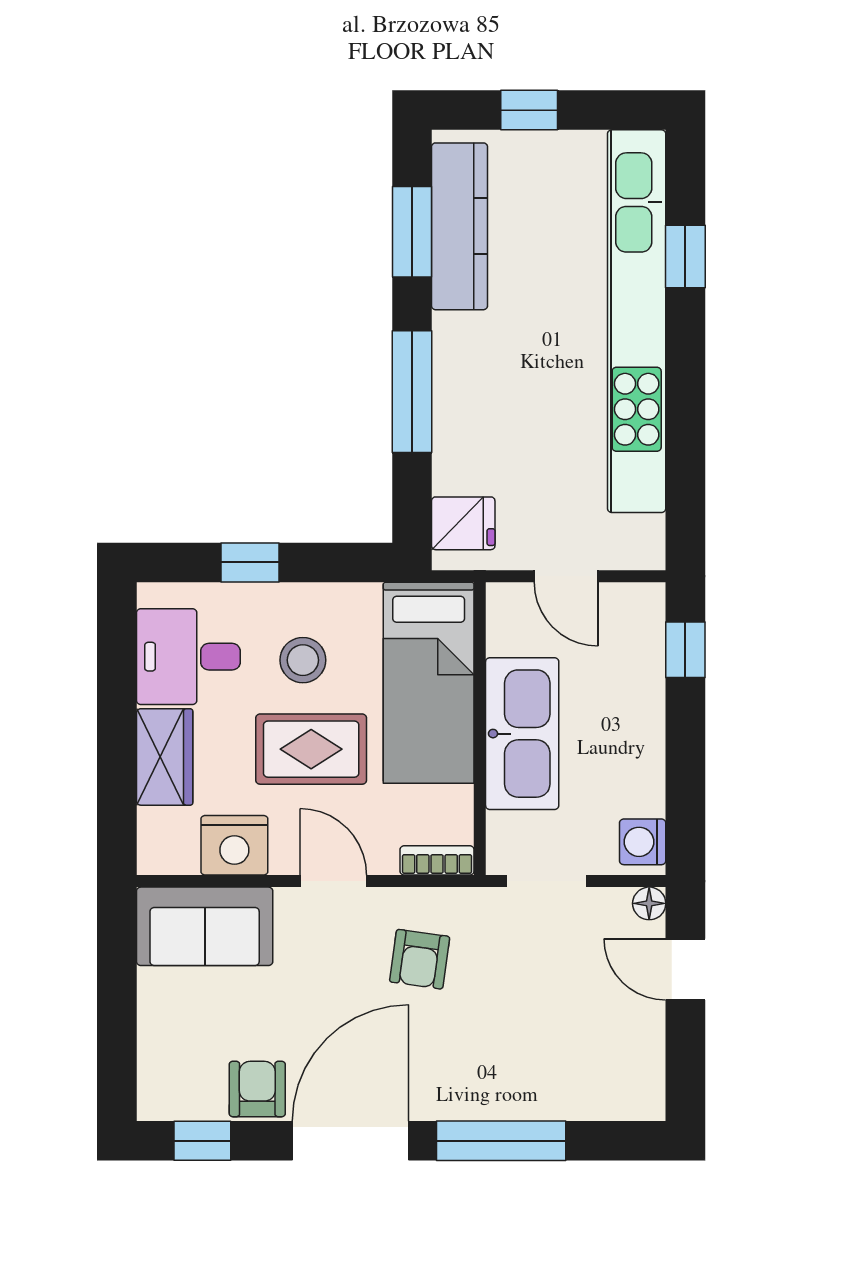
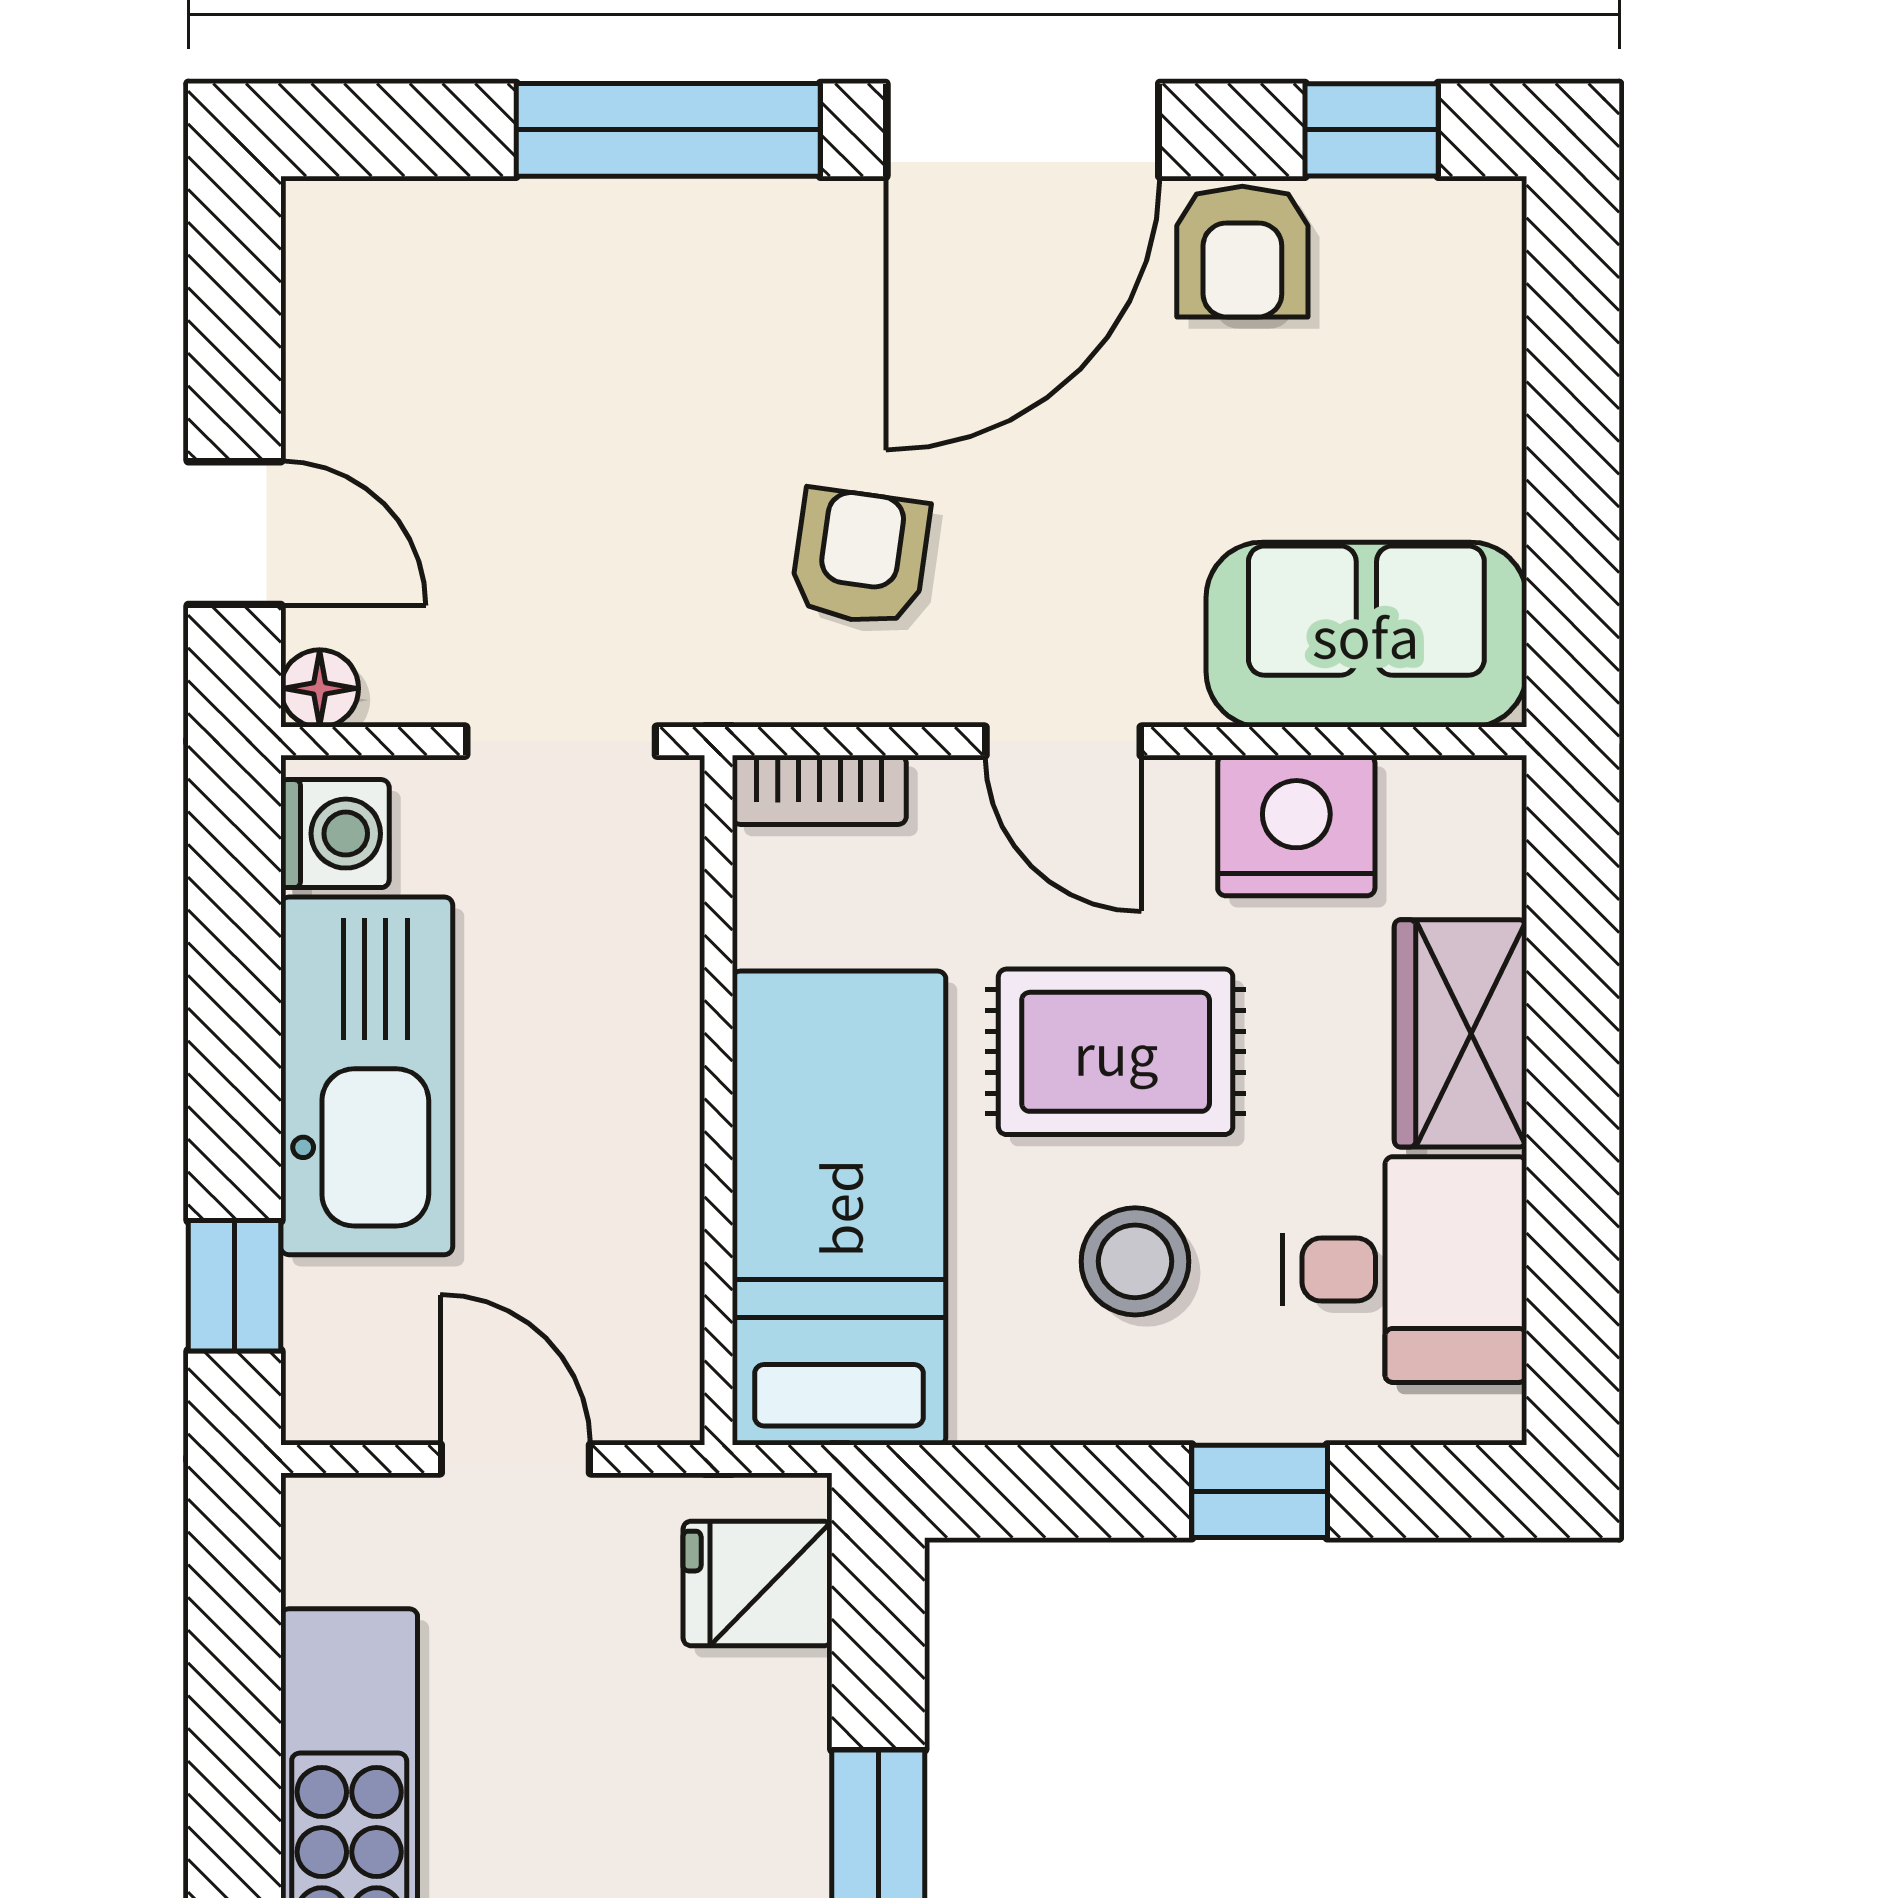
kitchen sink: (522, 734) -> (367, 1076), moved, turned 180

